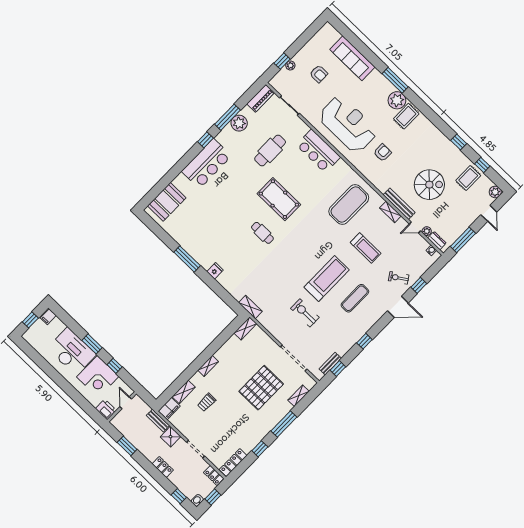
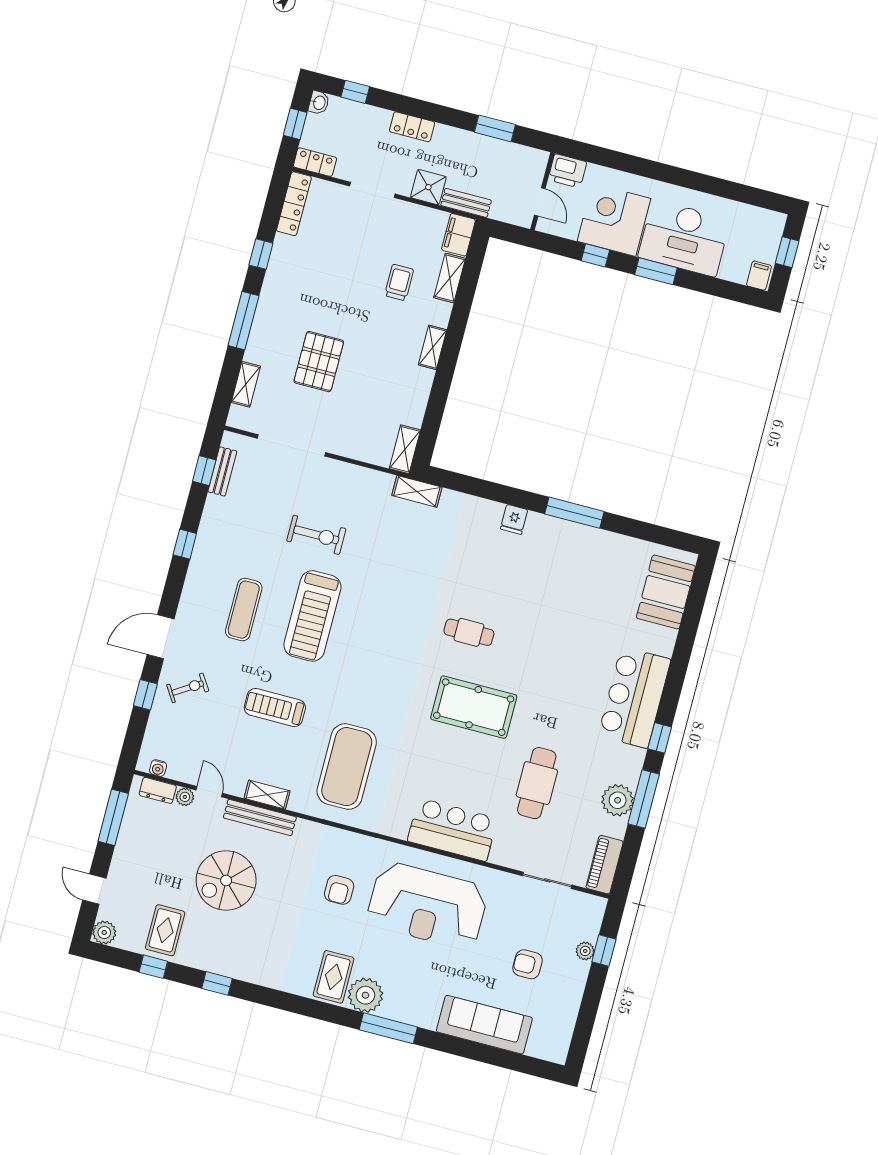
door: (415, 227) -> (209, 792), hinge flipped
pallet: (261, 388) -> (319, 362), width x0.73, depth x0.71

